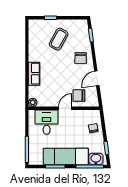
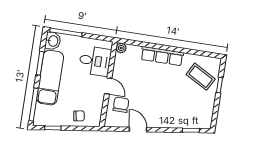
coffee table: (59, 39) -> (201, 77), moved
chair: (81, 58) -> (166, 114), removed
row of seats: (34, 74) -> (162, 56), width x1.48
washbasin: (96, 159) -> (53, 41), moved

